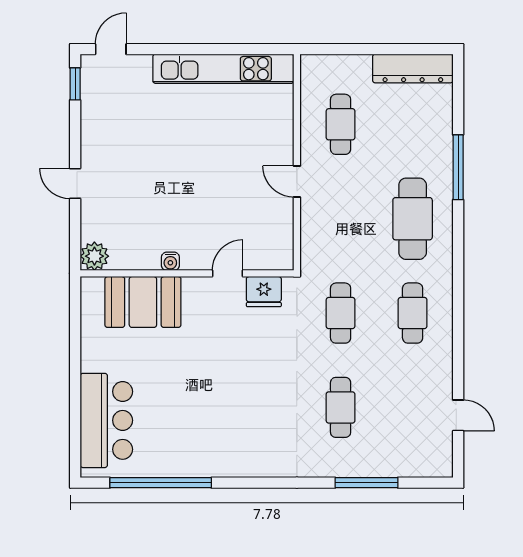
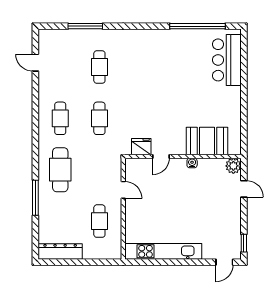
plant: (94, 256) -> (233, 166), moved
water cooler: (170, 261) -> (192, 163), moved
wall: (187, 273) -> (183, 156), moved
door: (228, 273) -> (161, 156), moved
fridge: (264, 292) -> (141, 147), moved
booth: (143, 302) -> (207, 141), moved

